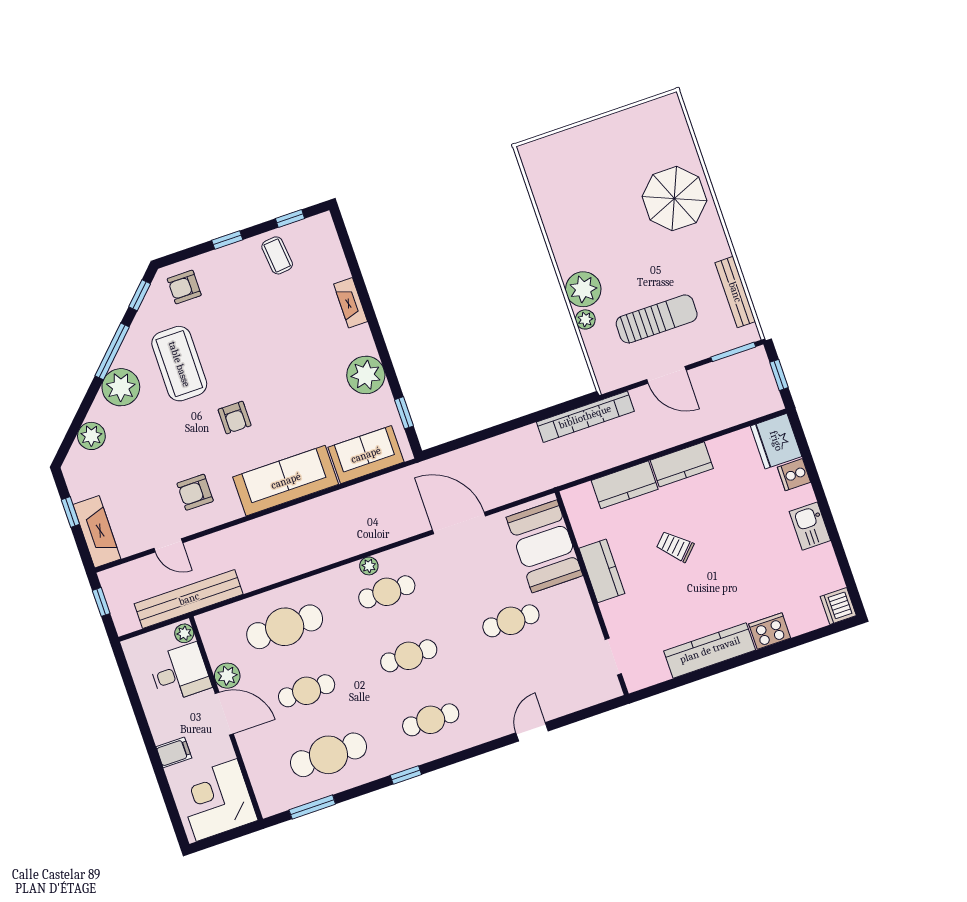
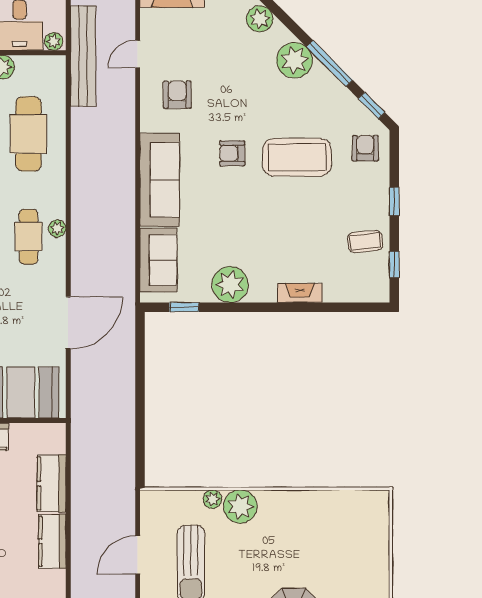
coffee table: (179, 364) -> (297, 157), moved
bookcase: (585, 417) -> (125, 469), removed

